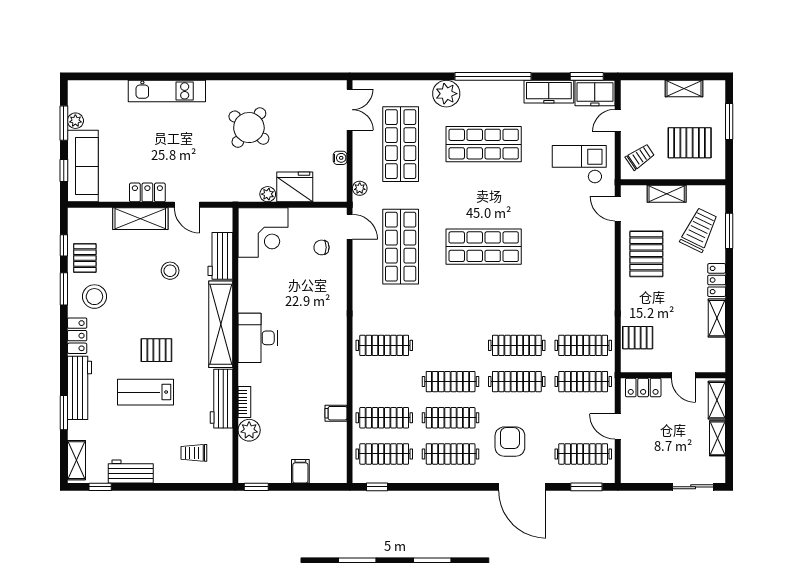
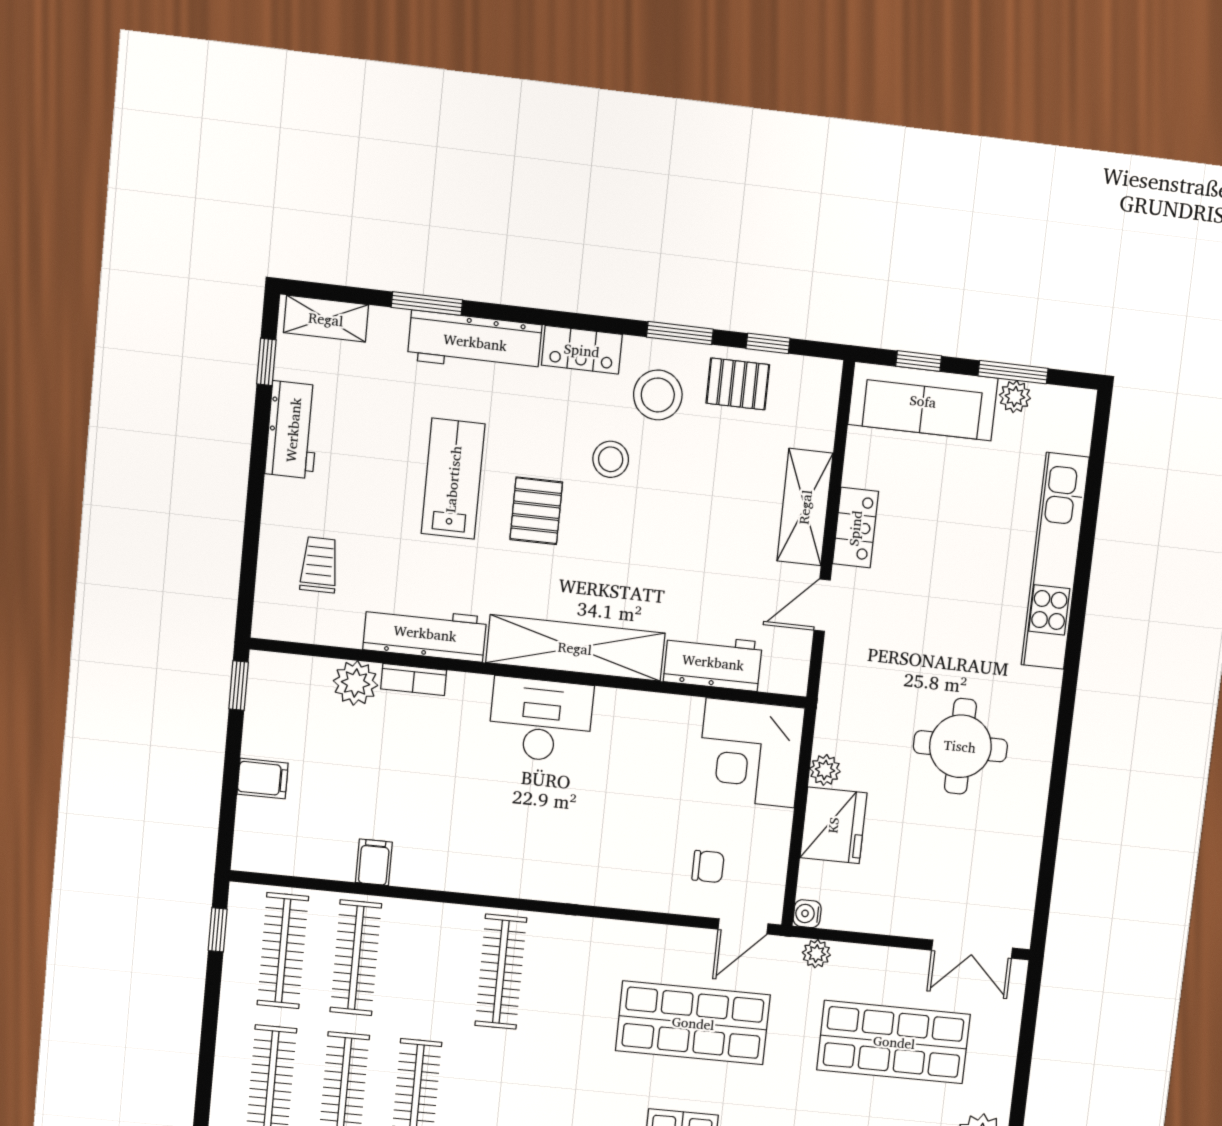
kitchen unit: (167, 91) -> (1055, 561), width x1.36
round table: (249, 128) -> (960, 746), turned -38
water cooler: (340, 158) -> (807, 914), moved, turned 90
chair: (322, 247) -> (708, 867), turned 90
stool: (170, 271) -> (611, 459), moved

